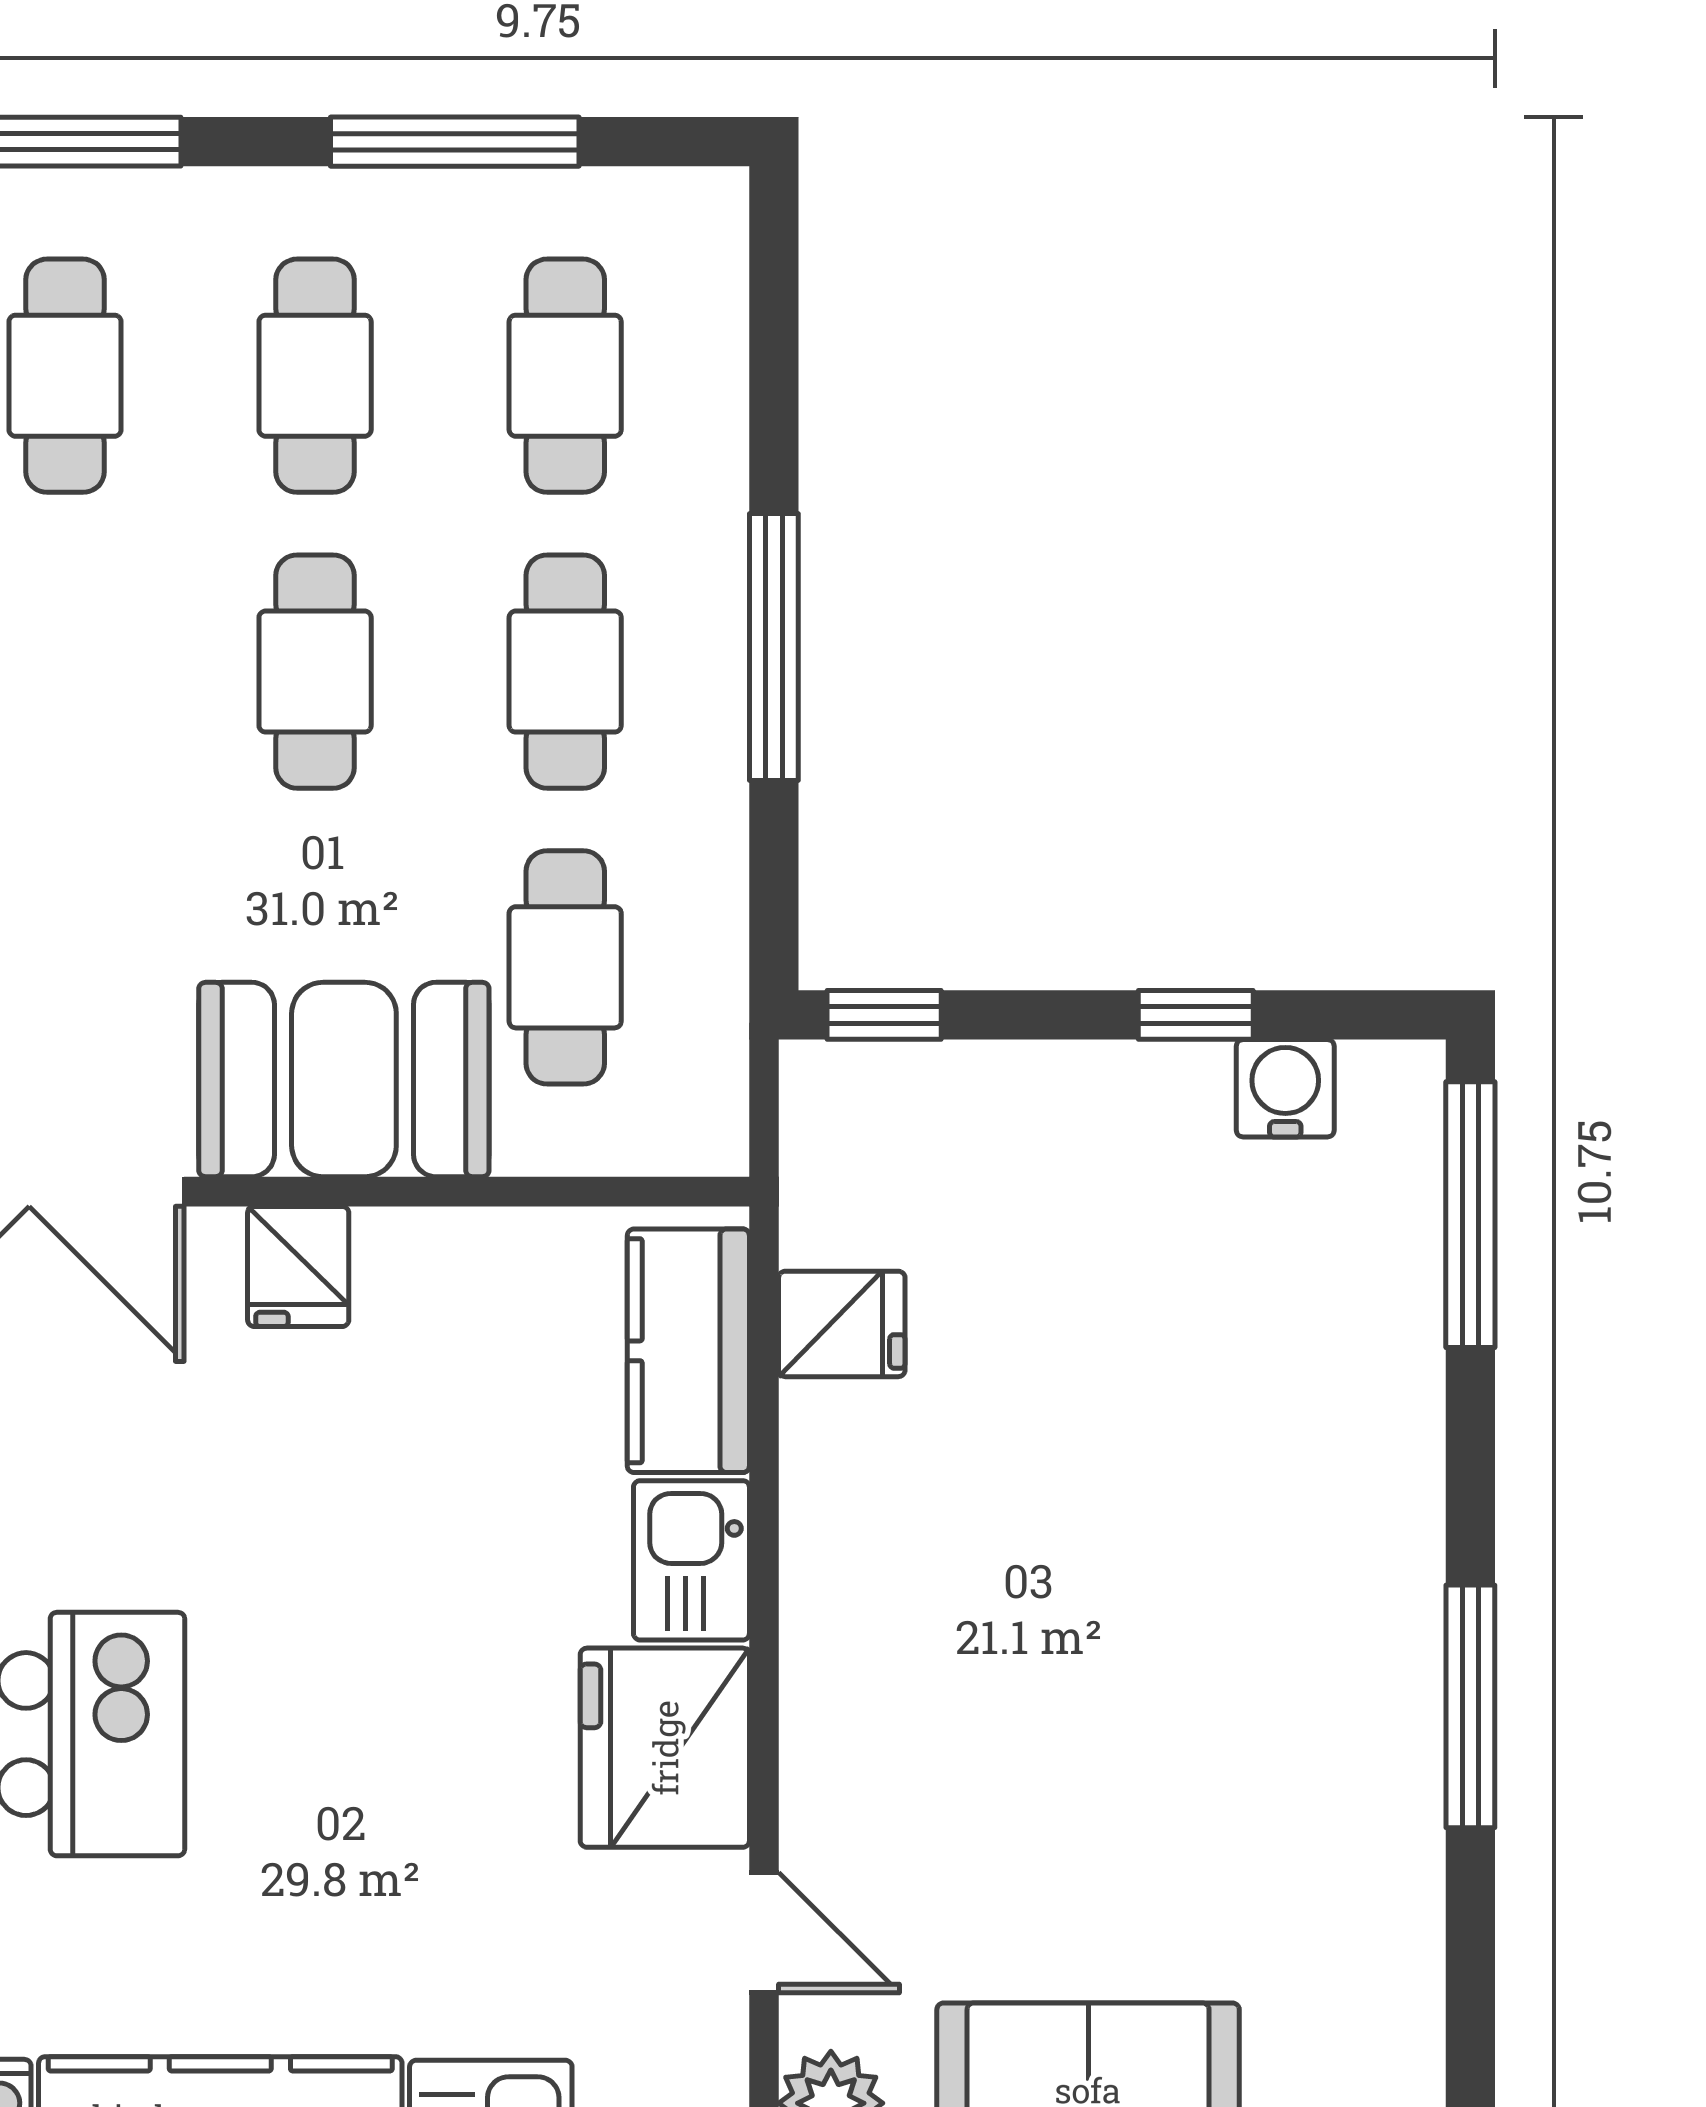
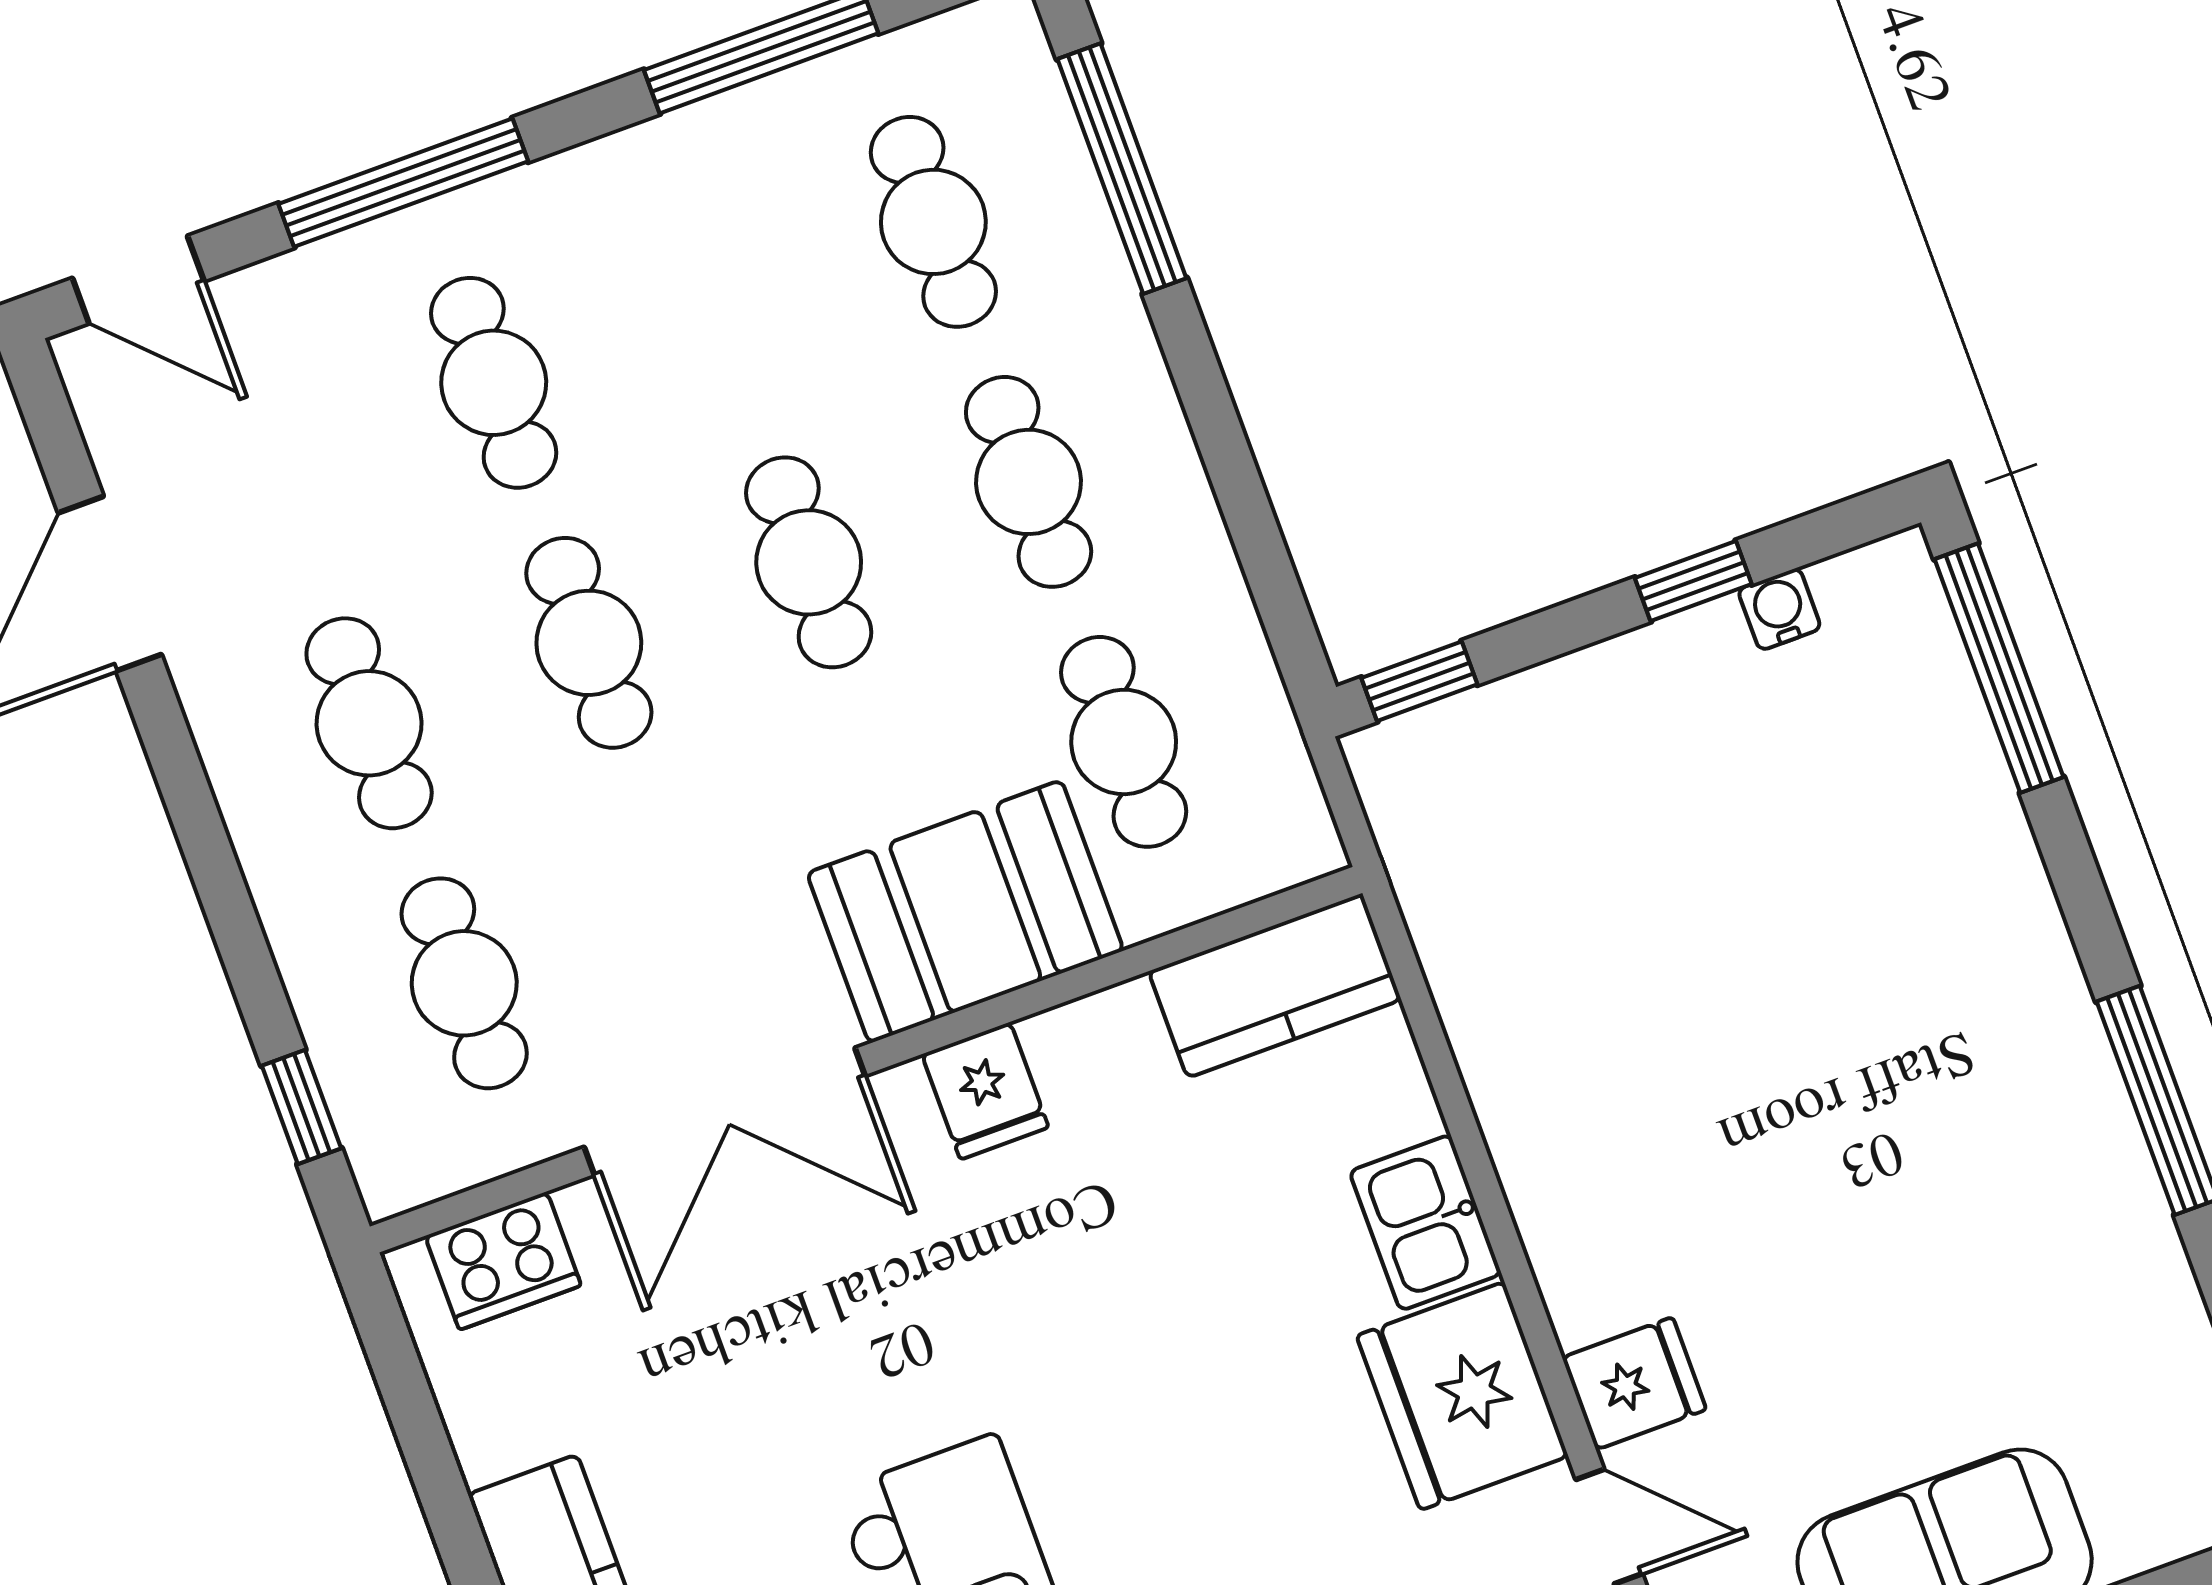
cafe table: (315, 376) -> (589, 643), moved
window: (774, 647) -> (1122, 169), moved
water cooler: (1285, 1088) -> (1779, 609), width x0.72, depth x0.72
fridge: (842, 1324) -> (1634, 1383), moved
kitchen counter: (688, 1351) -> (1275, 986), moved, turned -90

